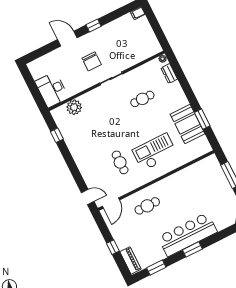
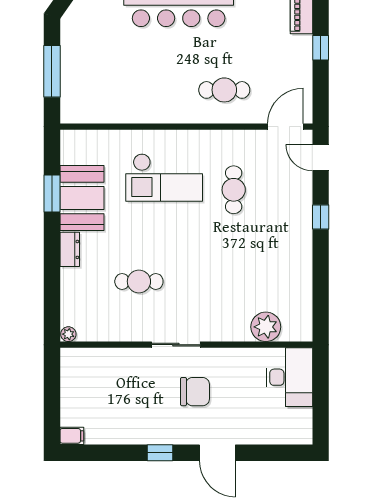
chair: (92, 61) -> (195, 392), turned 90
dresser: (169, 73) -> (70, 249), moved
window: (57, 135) -> (321, 217), moved

